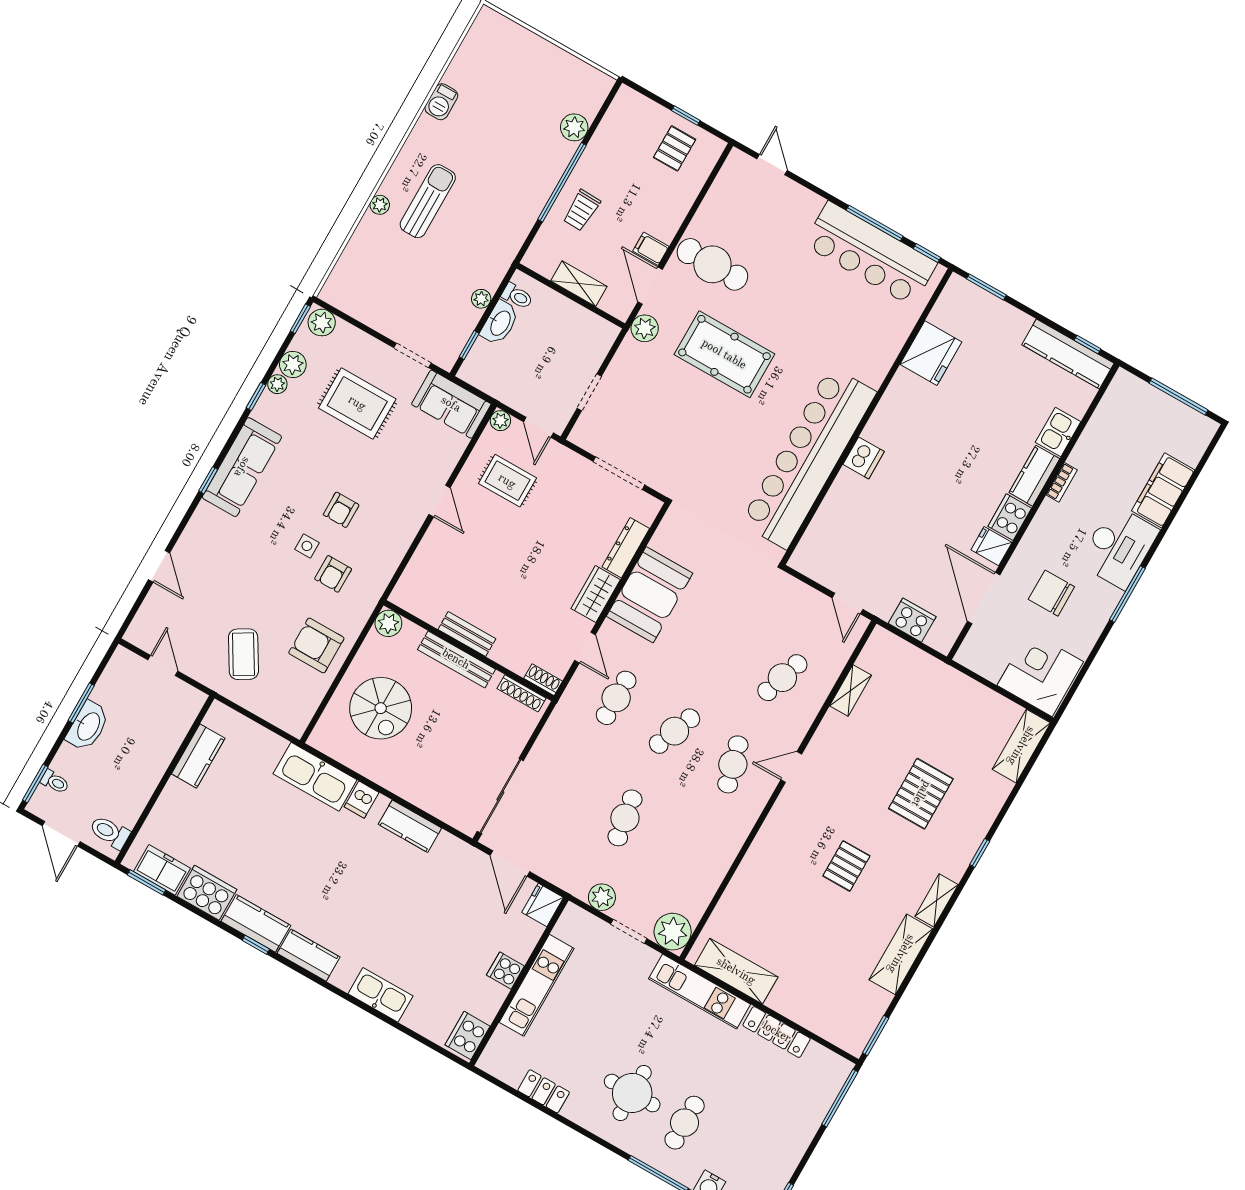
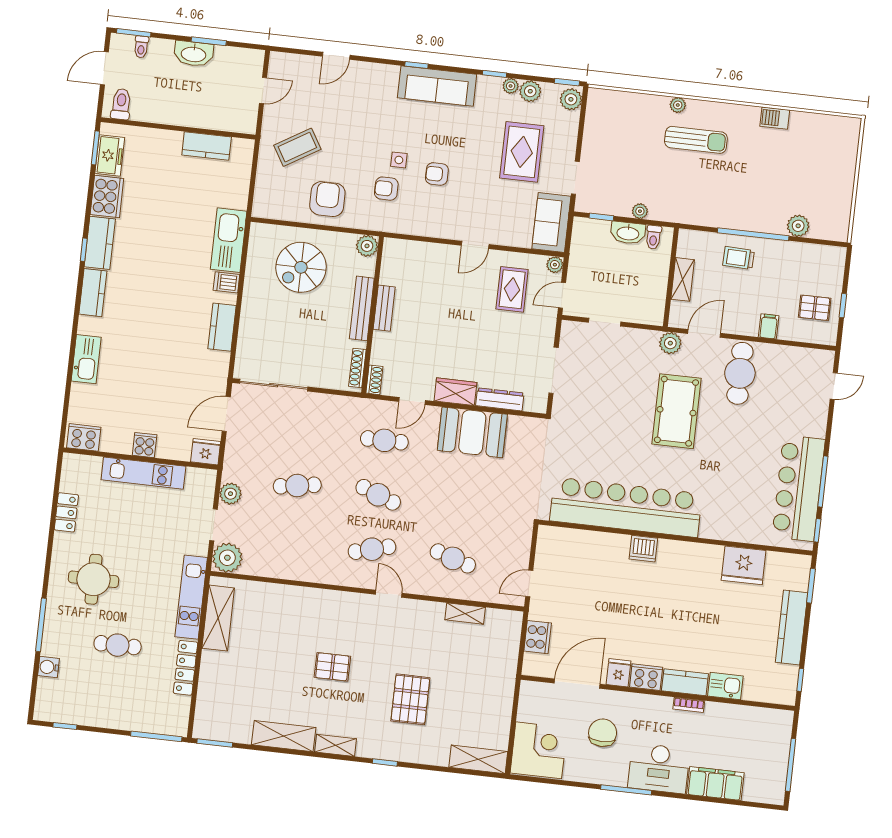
filing cabinet: (651, 249) -> (769, 326), moved
kitchen counter: (1068, 354) -> (792, 628), moved
pallet: (921, 794) -> (410, 699), turned 90
cafe table: (685, 1123) -> (118, 645), moved

